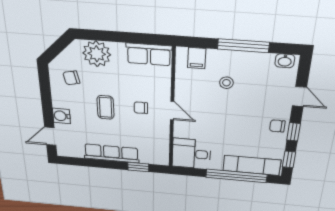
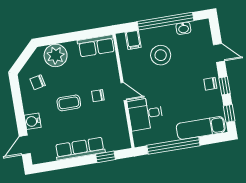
window: (243, 46) -> (165, 21), width x1.46
washbasin: (285, 61) -> (183, 28), moved
stool: (226, 83) -> (161, 55), width x1.89, depth x1.89
coffee table: (106, 107) -> (69, 103), turned 90
desk: (191, 154) -> (145, 114), moved
window: (236, 176) -> (173, 145), moved

